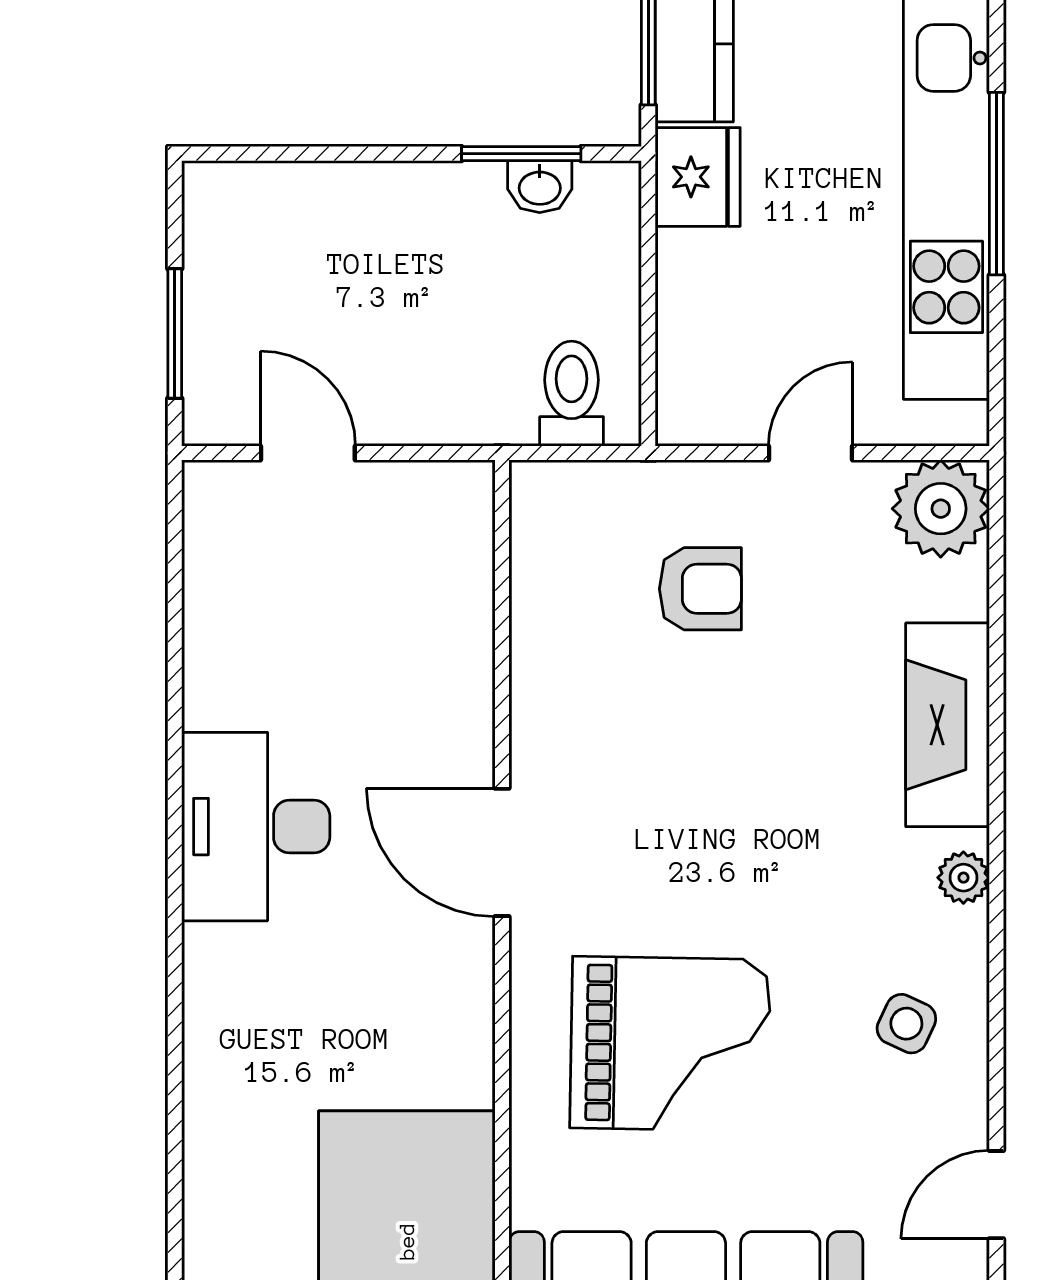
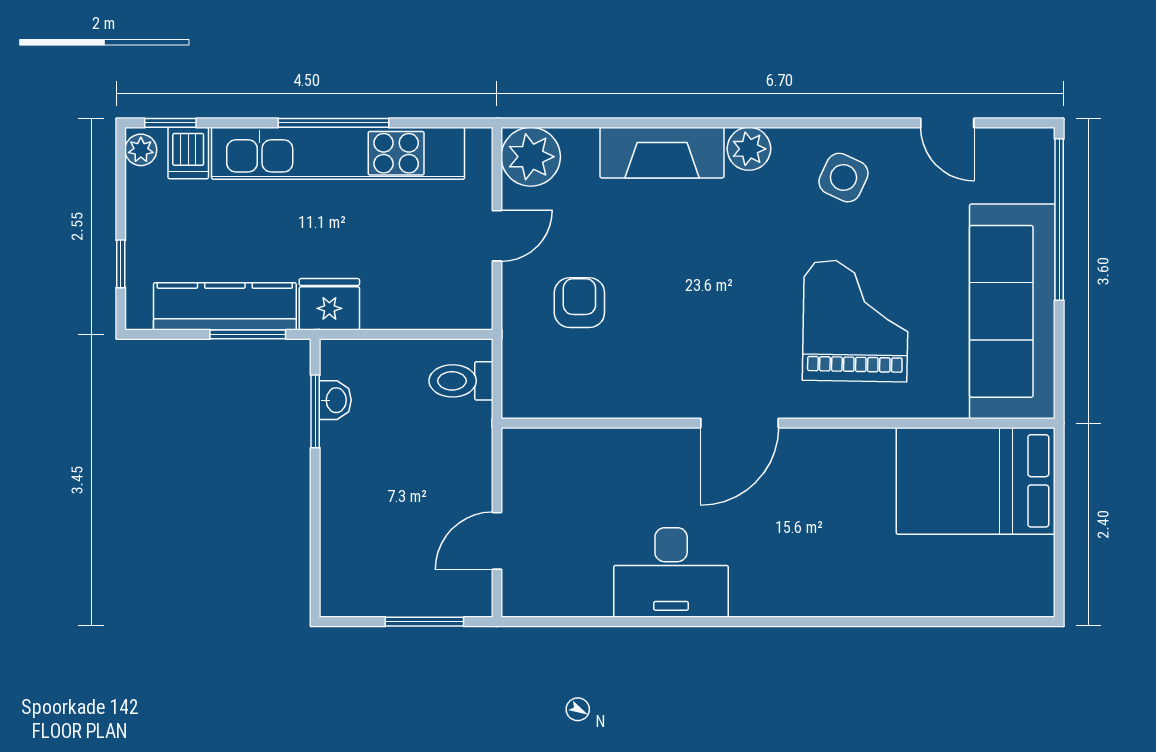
door: (811, 453) -> (497, 236), swing flipped
desk: (256, 827) -> (671, 573), moved
plant: (963, 878) -> (749, 149), width x1.38, depth x1.38
side table: (906, 1024) -> (843, 178), width x1.37, depth x1.37

